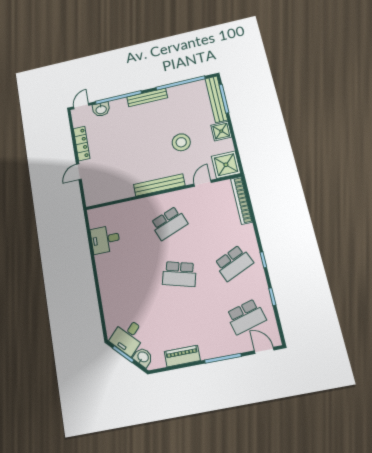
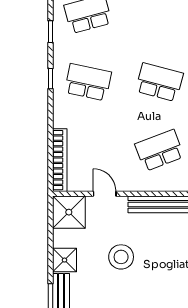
door: (203, 183) -> (105, 194), swing flipped
school desk: (234, 263) -> (88, 82), turned 36

